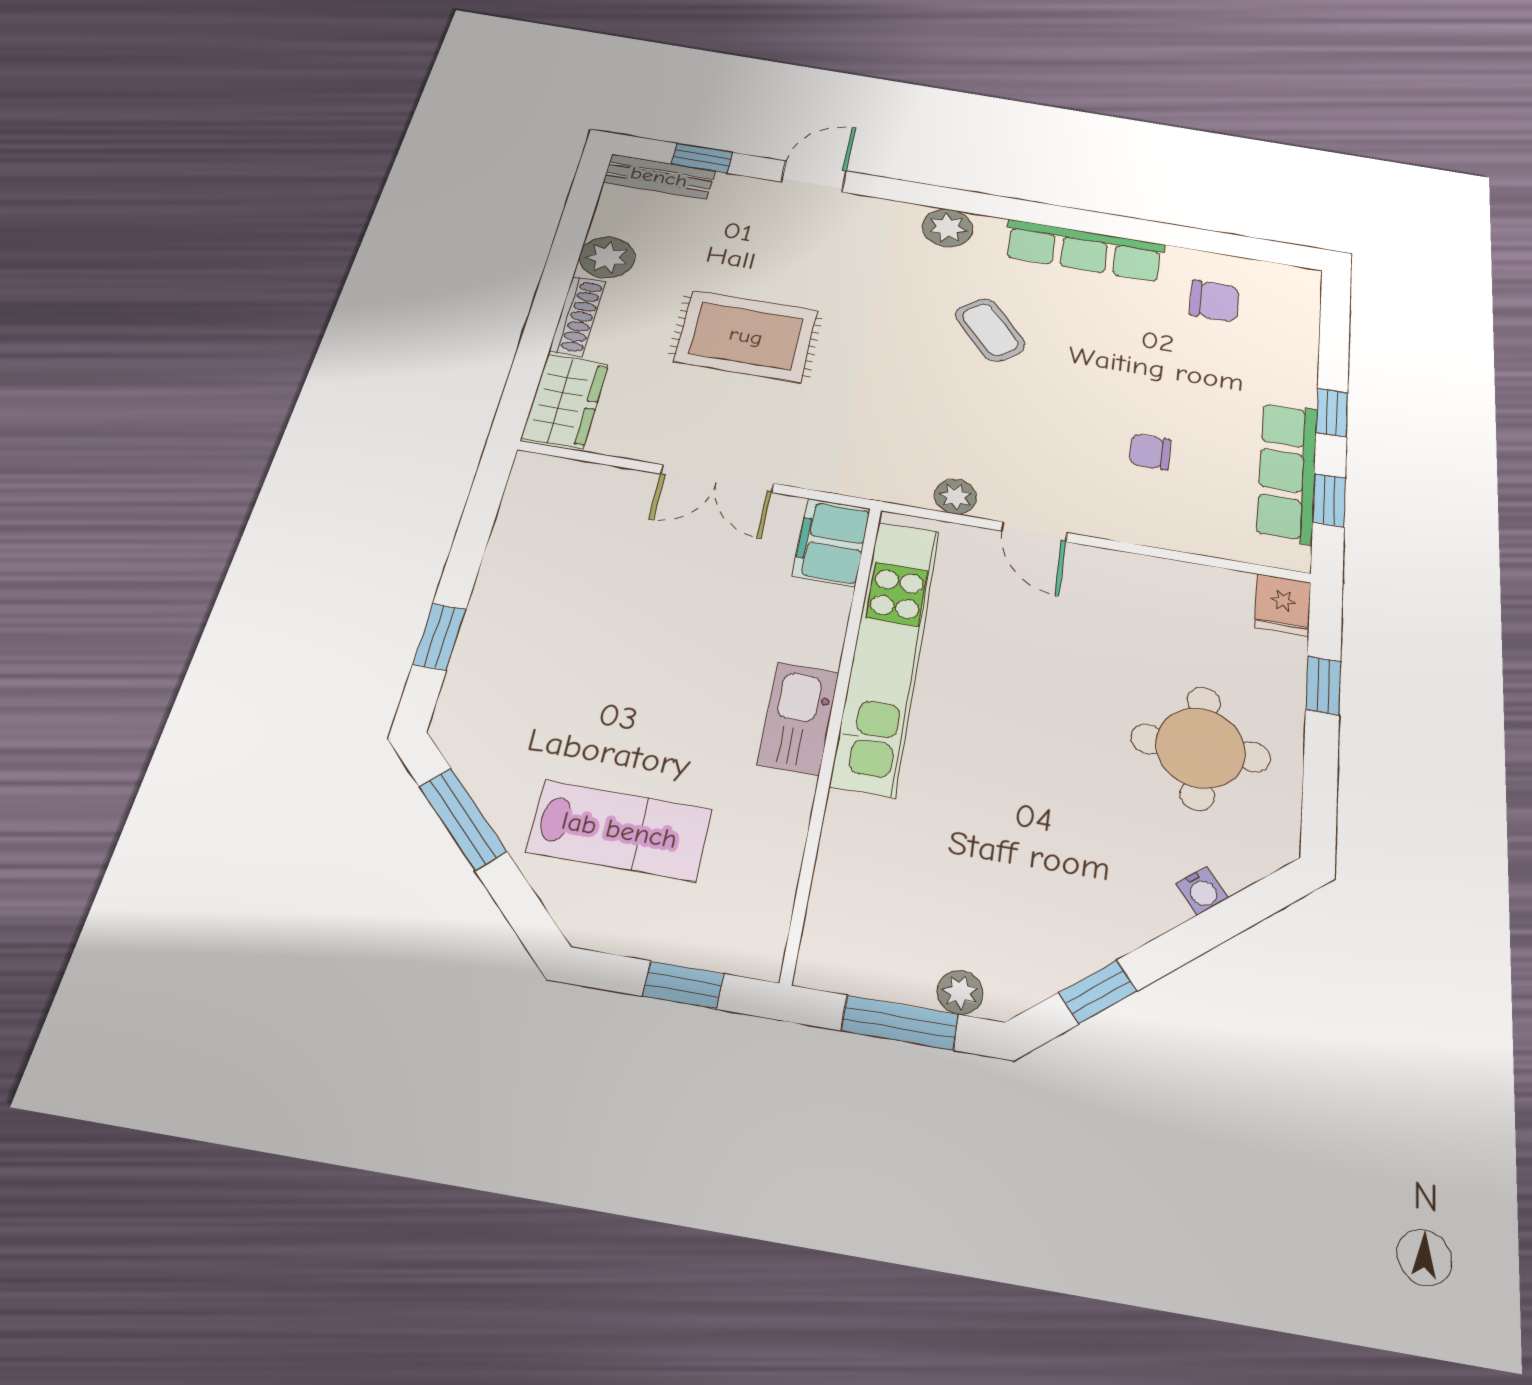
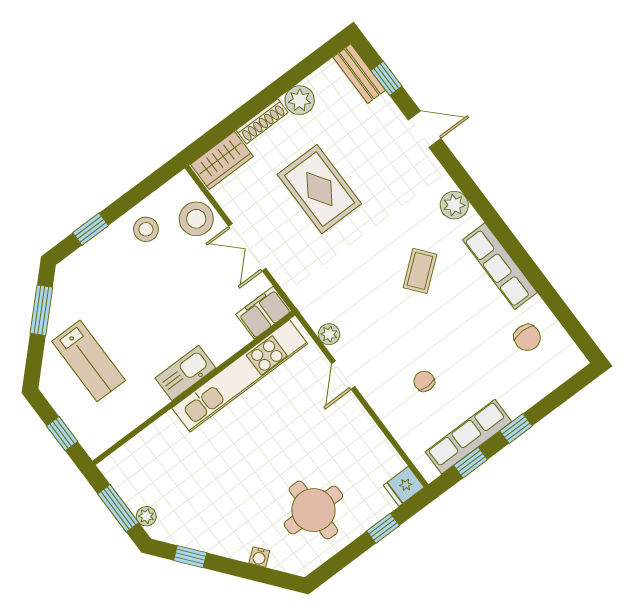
stool: (601, 499) -> (196, 219), added
stool: (533, 570) -> (146, 229), added

